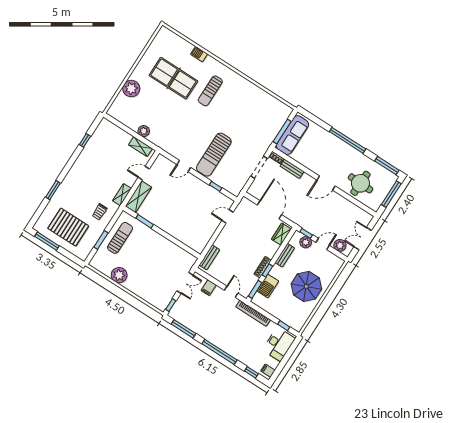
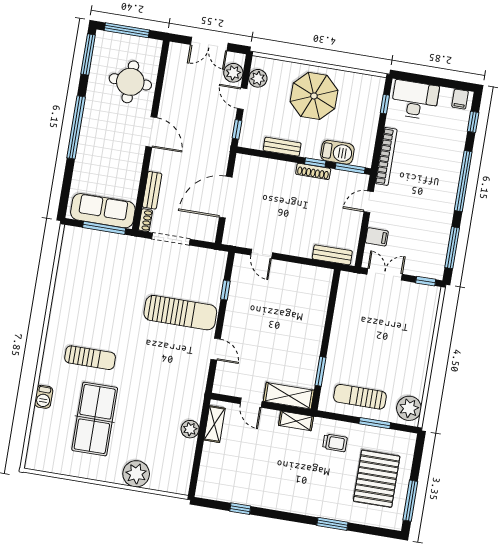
wardrobe: (281, 234) -> (254, 165), removed
plant: (306, 242) -> (258, 78), moved
plant: (119, 275) -> (409, 408), moved

